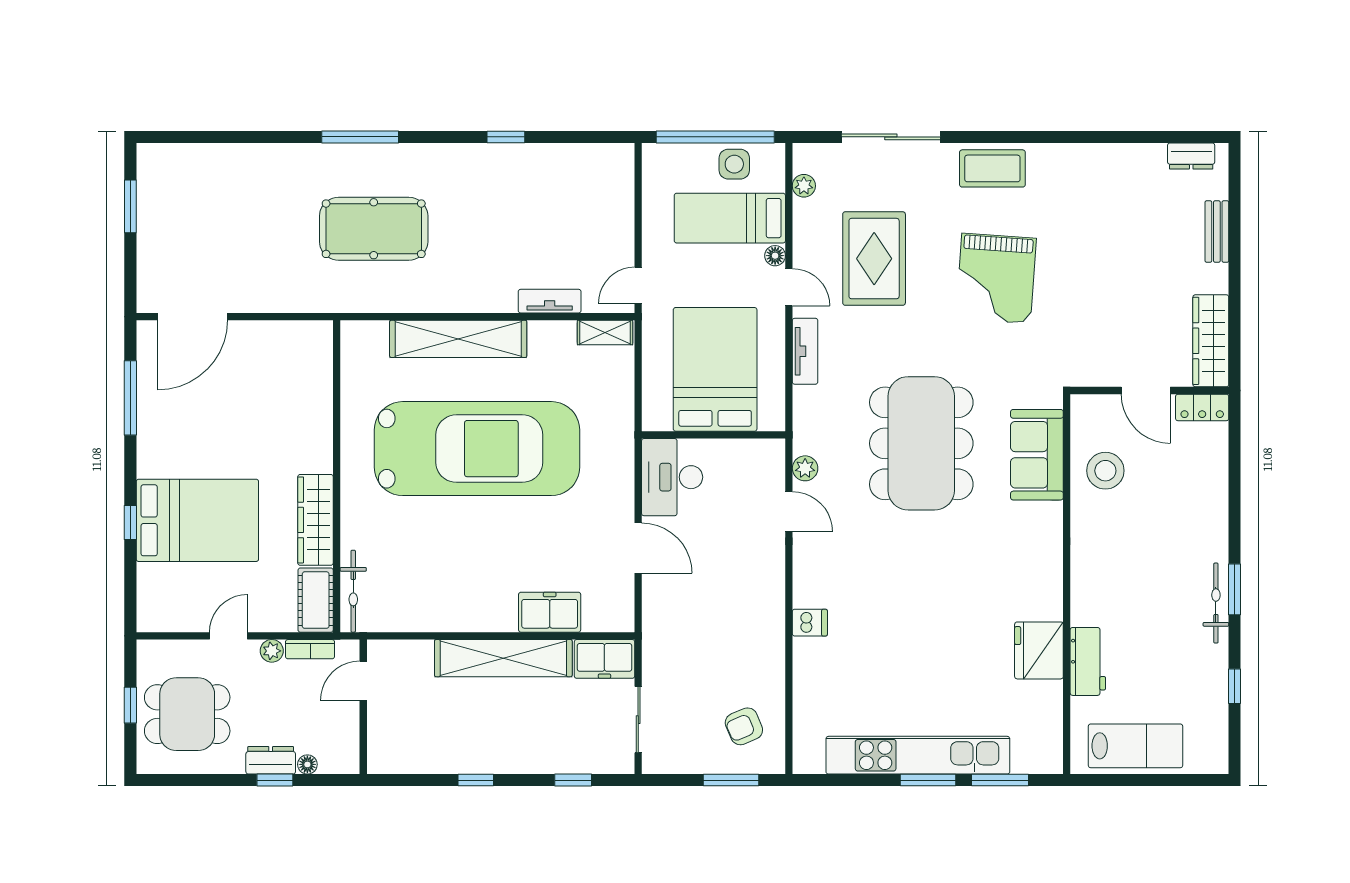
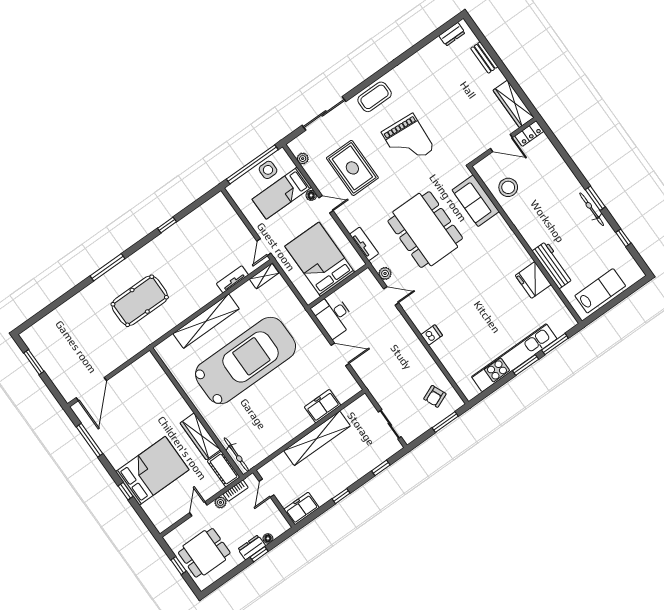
tv unit: (805, 351) -> (364, 244), moved
freezer: (604, 659) -> (302, 509), moved, turned 180
workbench: (1088, 661) -> (553, 265), width x1.38

